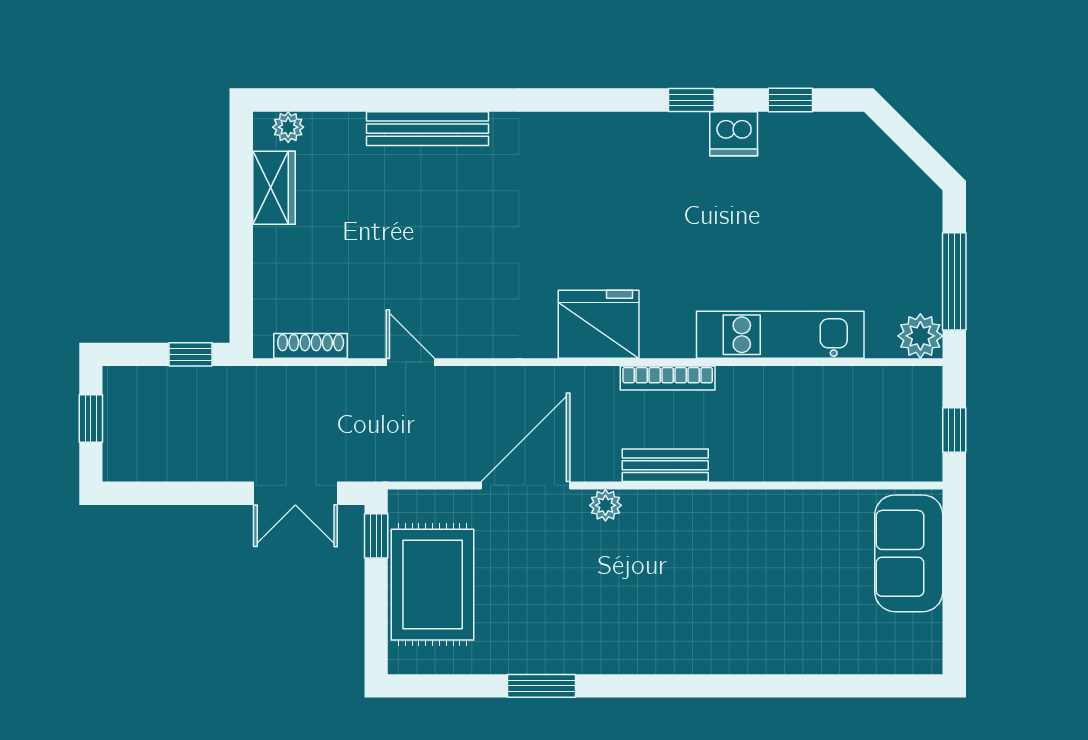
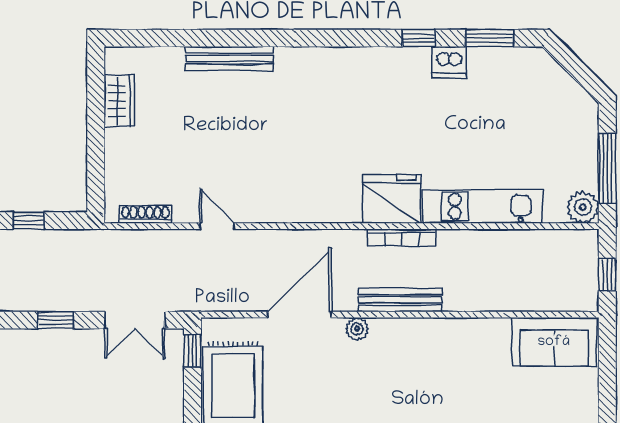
window: (790, 100) -> (490, 38), width x1.50
plant: (288, 127) -> (129, 57), removed
fridge: (599, 324) -> (391, 199), moved
window: (191, 354) -> (29, 221), moved
bench: (665, 465) -> (400, 300), width x1.36
window: (185, 493) -> (56, 320), added
sofa: (909, 553) -> (554, 342), moved, turned -90

